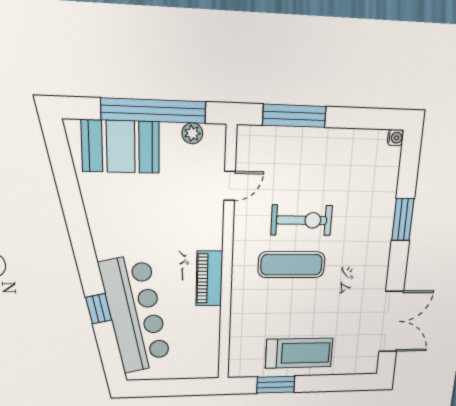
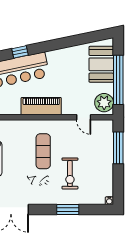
plant: (192, 133) -> (104, 103), width x1.88, depth x1.88
exercise bike: (302, 220) -> (70, 174), moved
piano: (209, 279) -> (41, 106), width x1.37, depth x1.33

